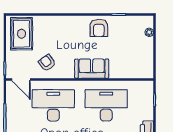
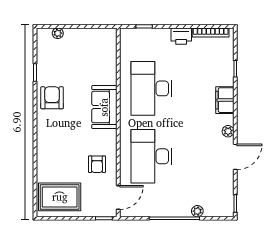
armchair: (99, 28) -> (52, 98), turned -90
armchair: (47, 63) -> (97, 164), turned -55

